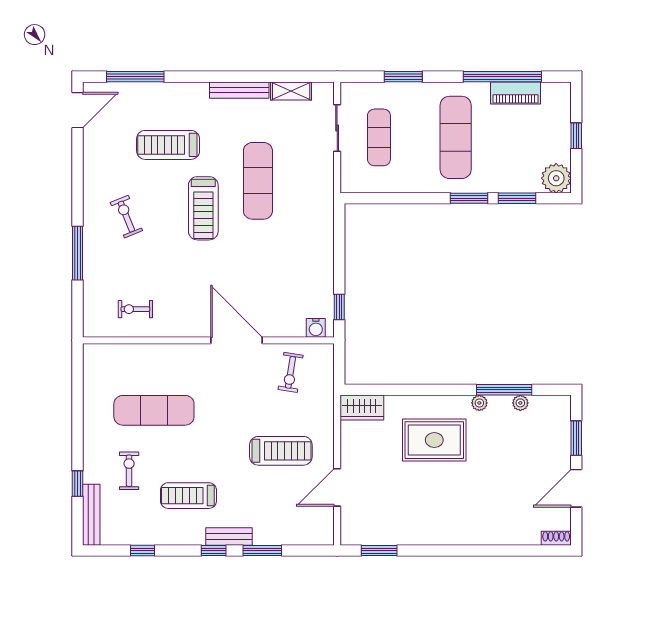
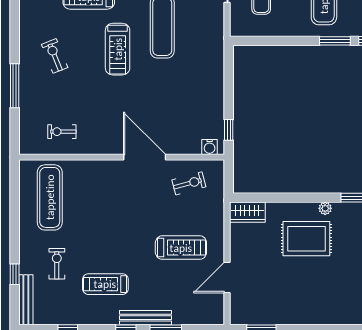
exercise bike: (291, 372) -> (189, 183), turned -114
plant: (479, 403) -> (325, 208), moved
exercise mat: (154, 410) -> (50, 197), moved, turned 90
bench: (229, 537) -> (145, 318), width x1.36

